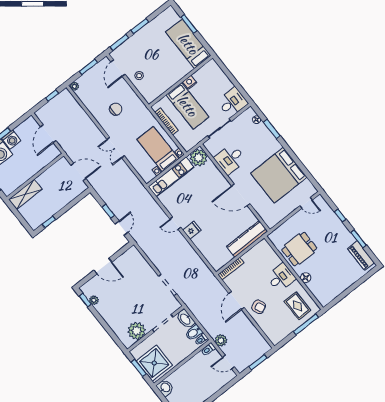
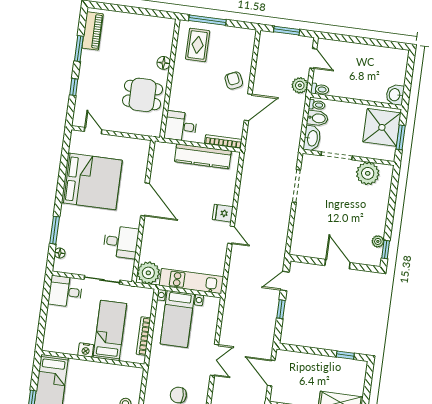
kitchen counter: (247, 239) -> (203, 156), moved
desk: (281, 277) -> (181, 126), moved

